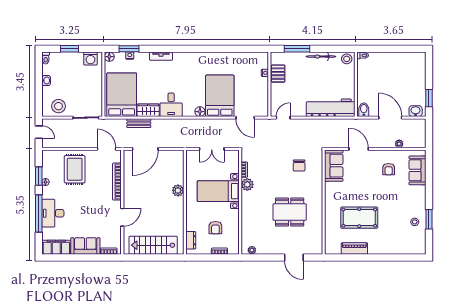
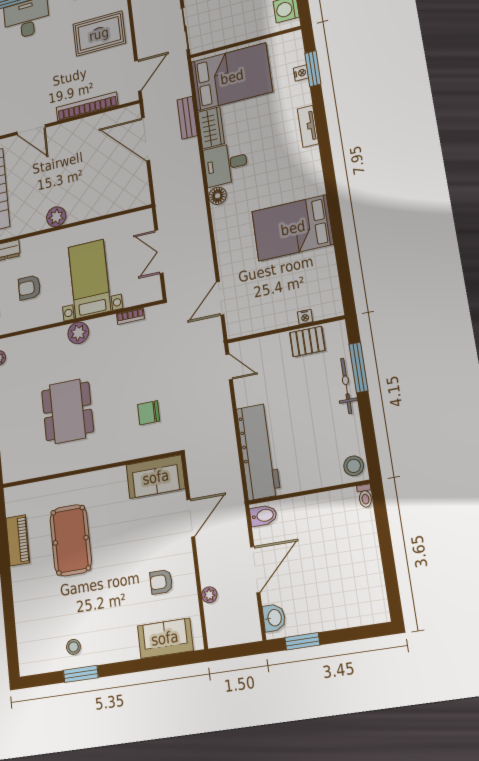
floor lamp: (109, 57) -> (294, 39), removed
bicycle: (321, 57) -> (346, 386), moved
bed: (220, 96) -> (293, 228), moved, turned 180
floor lamp: (200, 112) -> (218, 196), moved
plant: (247, 184) -> (78, 333), moved
plant: (178, 190) -> (56, 217), moved

